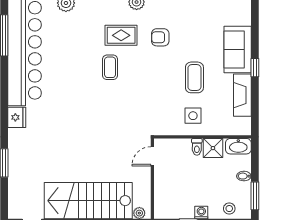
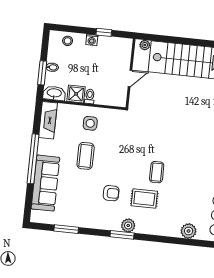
sofa: (238, 49) -> (45, 183), width x1.36
window: (255, 68) -> (33, 159), width x3.17
fireplace: (242, 95) -> (48, 120), moved
door: (152, 156) -> (130, 78), moved
window: (255, 196) -> (42, 73), moved

